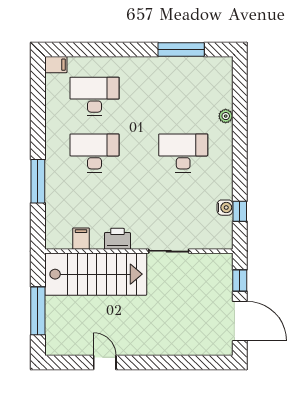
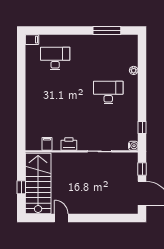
desk: (94, 153) -> (55, 93), removed
window: (38, 181) -> (21, 110), removed
water cooler: (225, 208) -> (133, 146), moved
stairs: (96, 274) -> (38, 183), moved, turned -90
window: (38, 311) -> (21, 187), width x0.46

